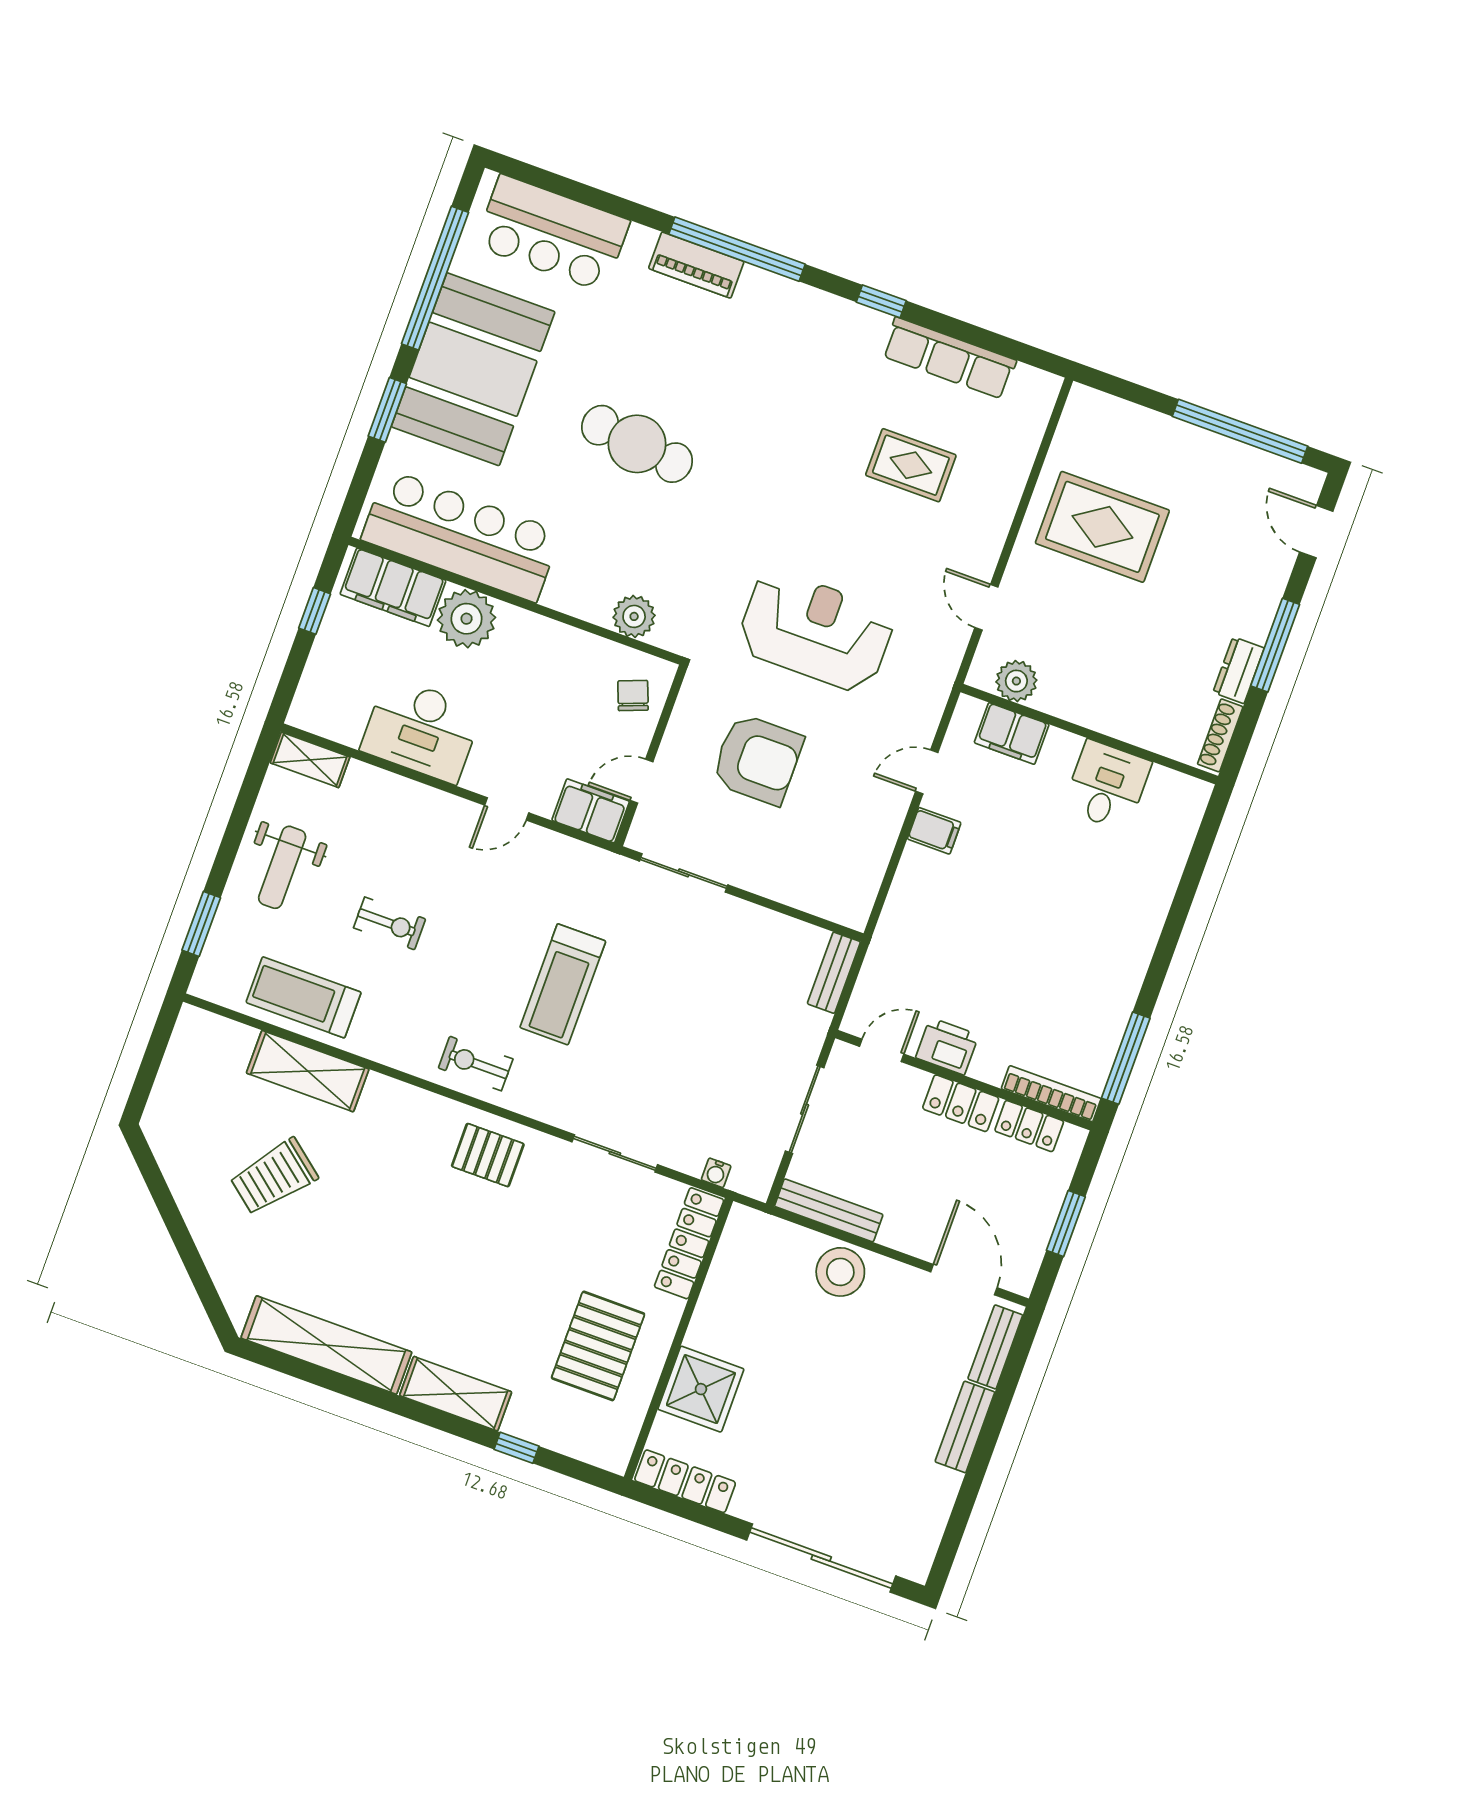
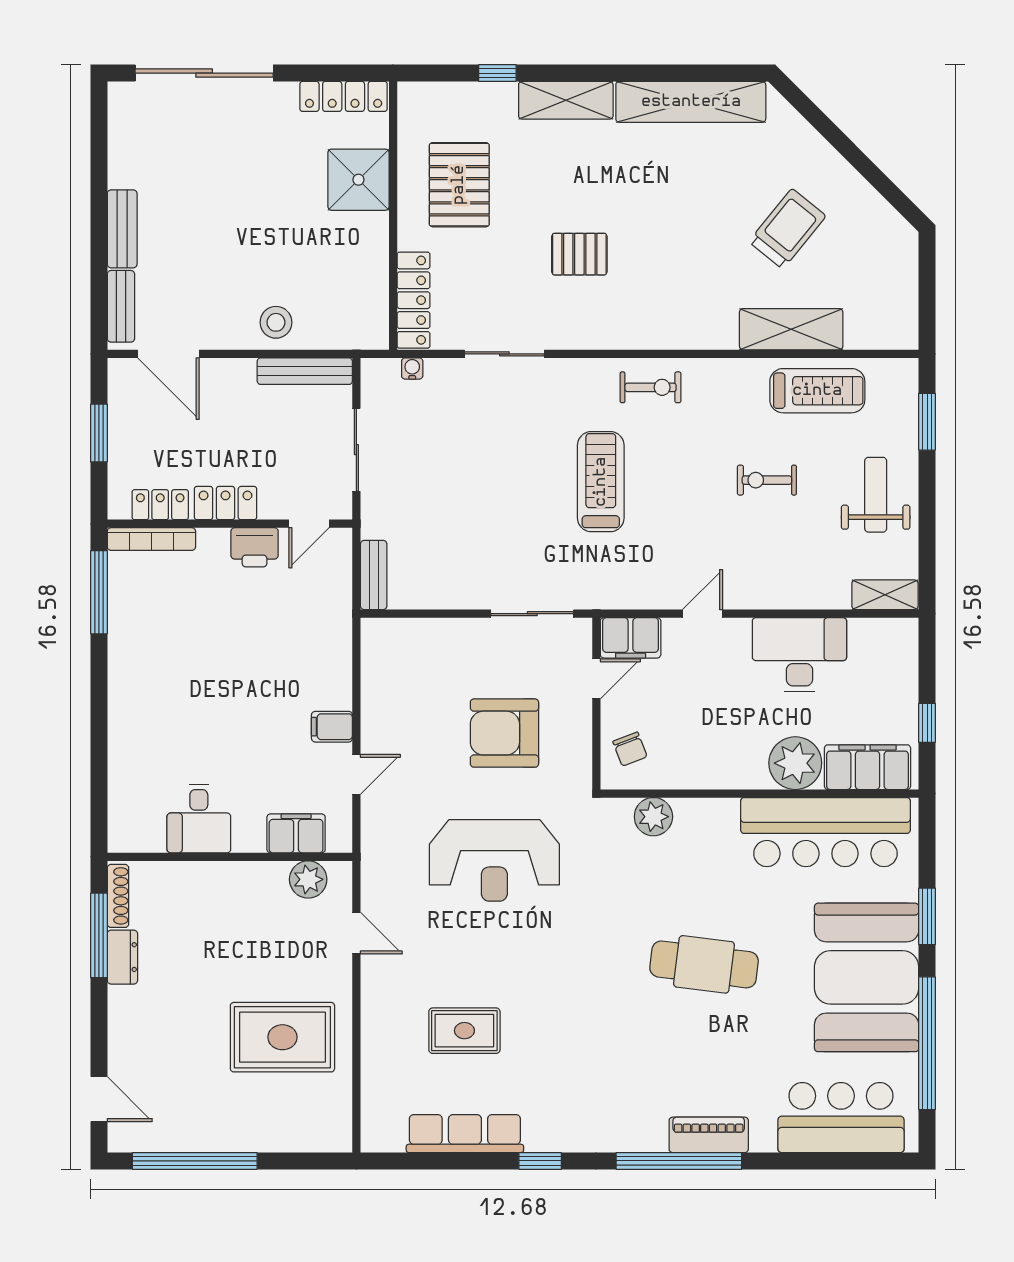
window: (1275, 645) -> (99, 935), moved
pallet: (488, 1155) -> (579, 254), moved
stool: (840, 1272) -> (276, 322), width x0.73, depth x0.73

